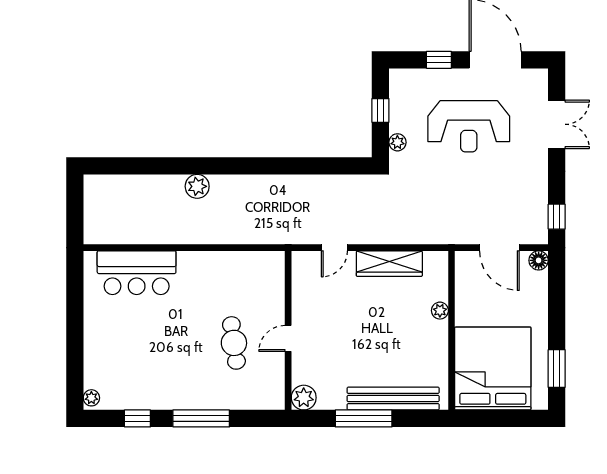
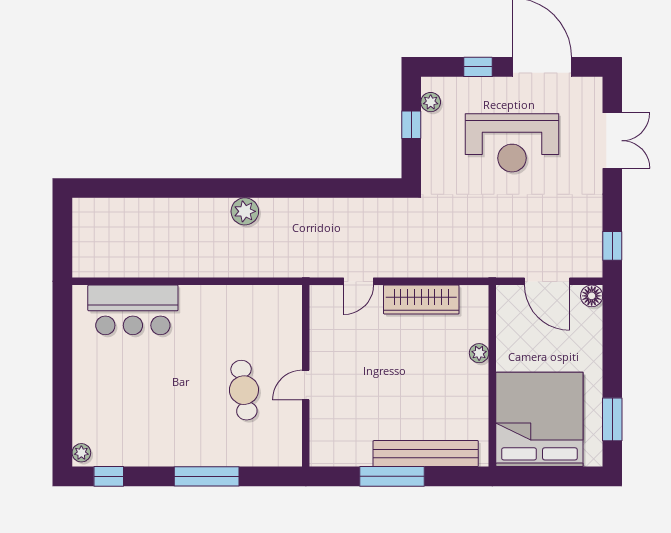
plant: (397, 142) -> (431, 102), moved
plant: (197, 186) -> (245, 211), moved
plant: (304, 398) -> (324, 452), removed
window: (137, 418) -> (109, 476), moved

